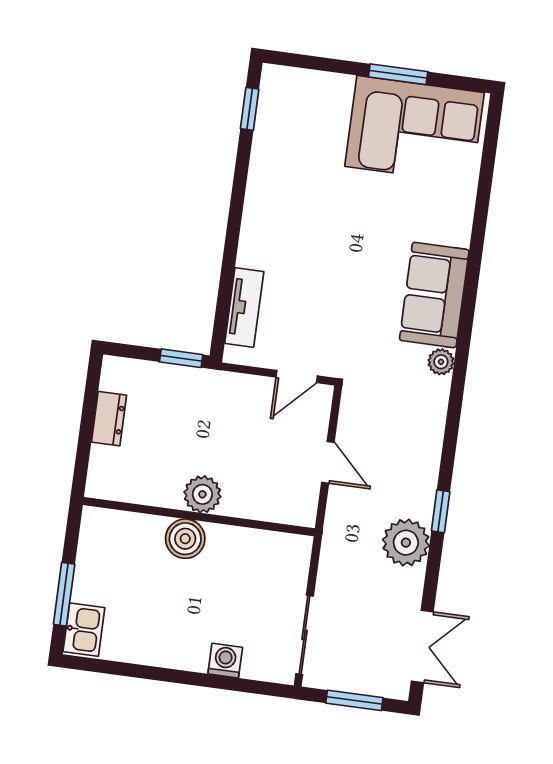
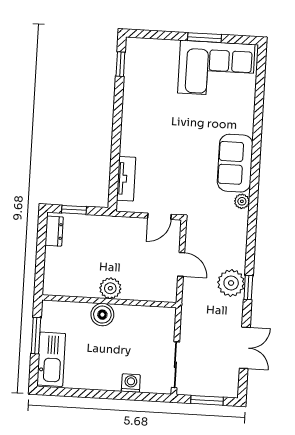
window: (181, 358) -> (74, 210), moved
dresser: (109, 419) -> (54, 231), moved
plant: (406, 543) -> (231, 283), moved
window: (64, 594) -> (36, 336), moved
kitchen sink: (84, 630) -> (51, 359), width x1.88, depth x1.24
double door: (422, 647) -> (245, 348), moved

